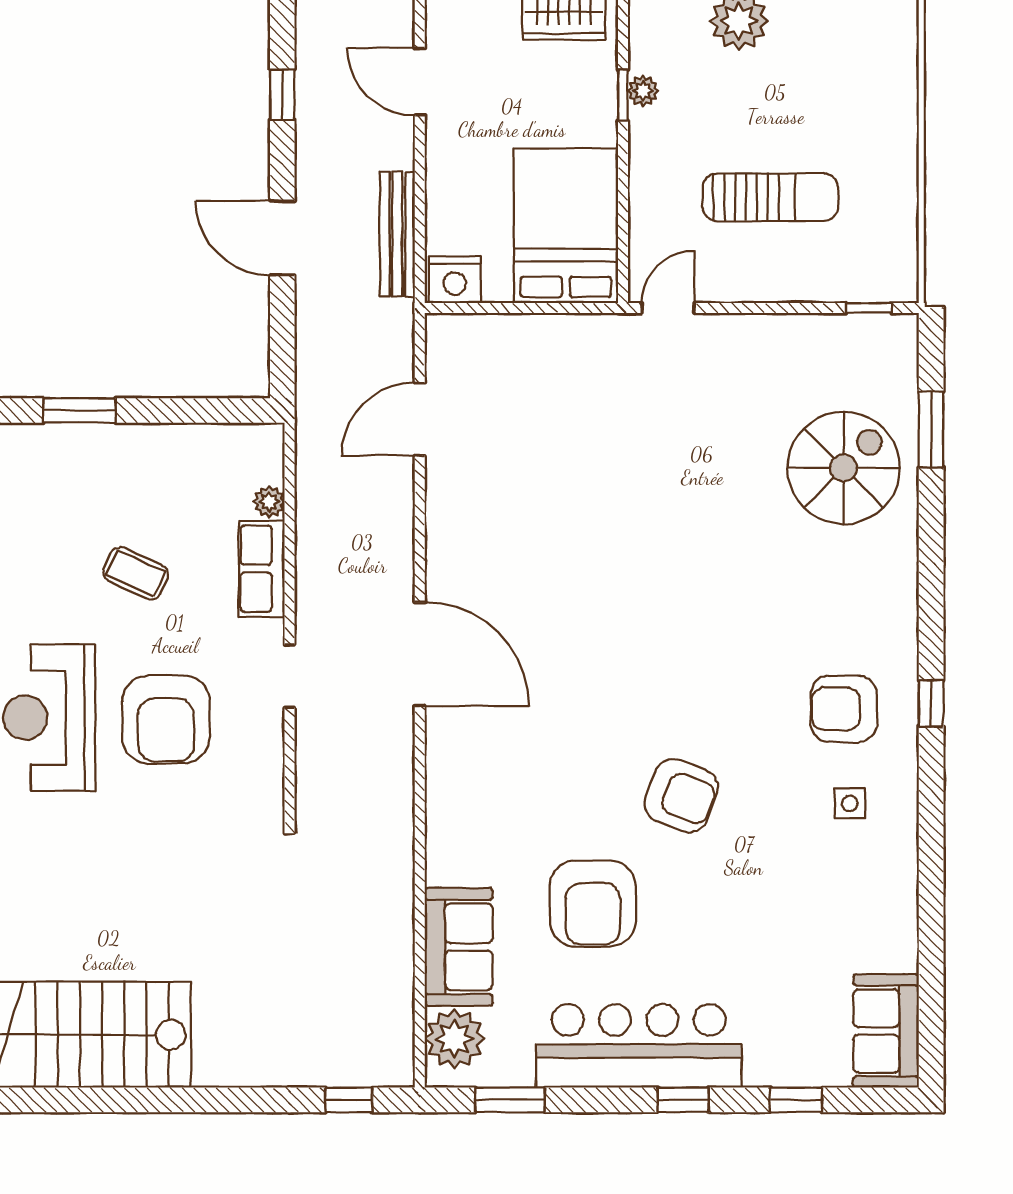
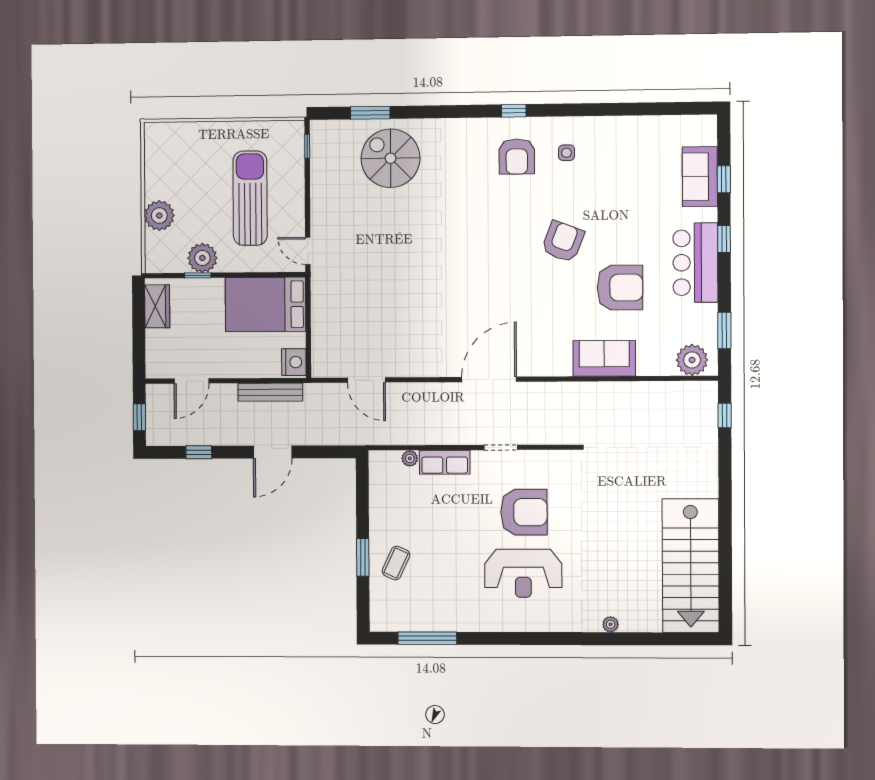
plant: (643, 91) -> (202, 258), width x1.87, depth x1.87
sun lounger: (770, 197) -> (250, 198), width x1.36, depth x1.34
coffee table: (136, 573) -> (396, 563), moved
sofa: (459, 947) -> (604, 358), moved
sofa: (886, 1031) -> (700, 177), moved, turned 90
bar counter: (639, 1046) -> (695, 263), width x0.73

